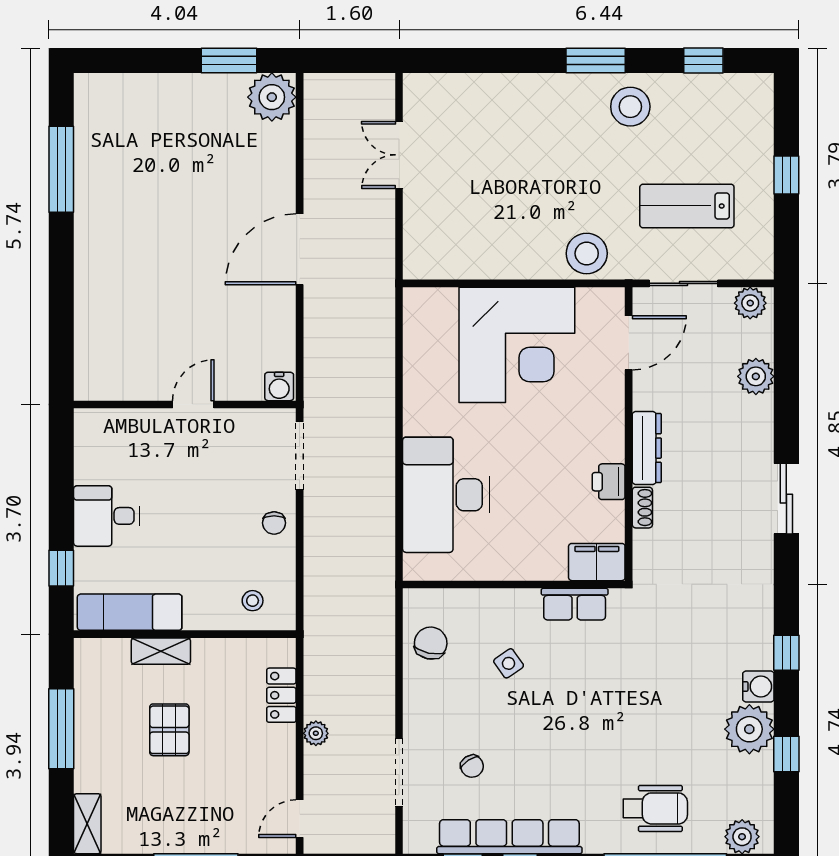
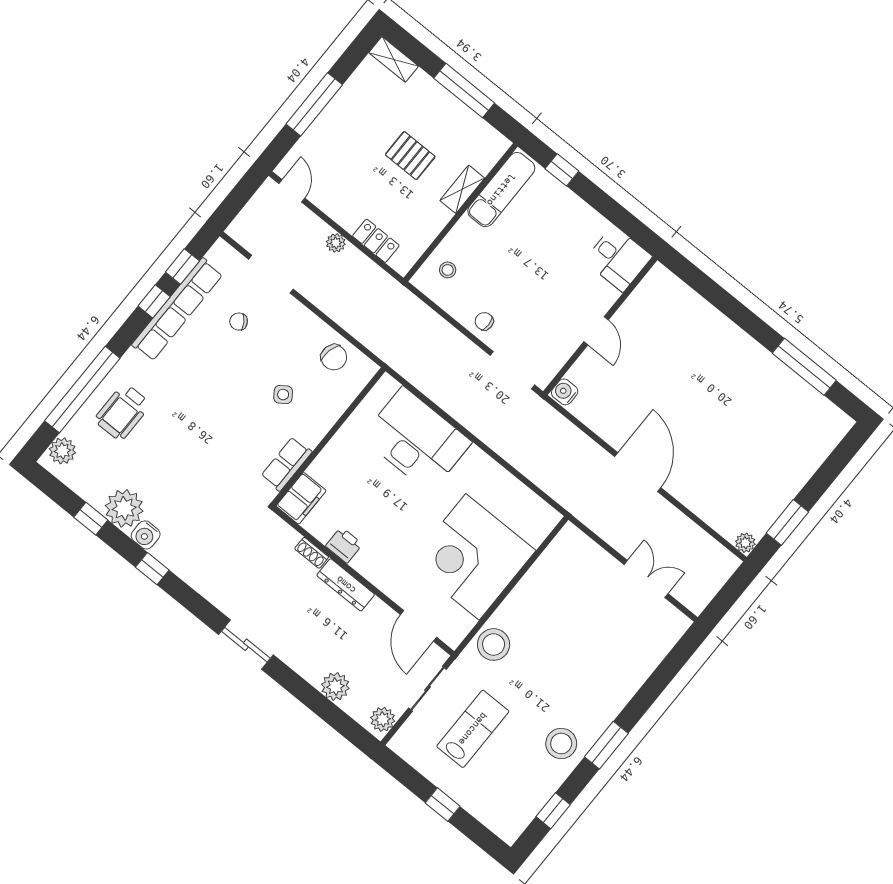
plant: (272, 97) -> (745, 543), width x0.53, depth x0.53
desk: (106, 516) -> (618, 259), moved, turned 90

